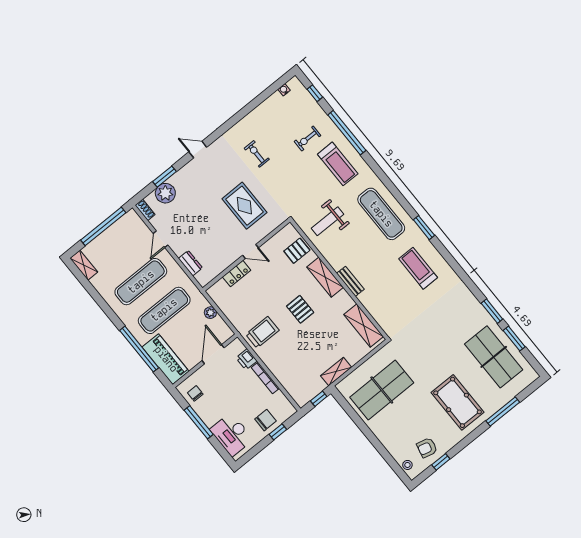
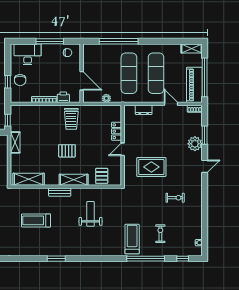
treadmill: (338, 164) -> (132, 239), turned 90
plant: (165, 193) -> (195, 144), moved
exercise mat: (381, 214) -> (84, 241), removed
weight bench: (327, 221) -> (91, 214), moved
treadmill: (418, 268) -> (36, 220), moved, turned 180
piano: (166, 359) -> (194, 85), moved, turned 90

